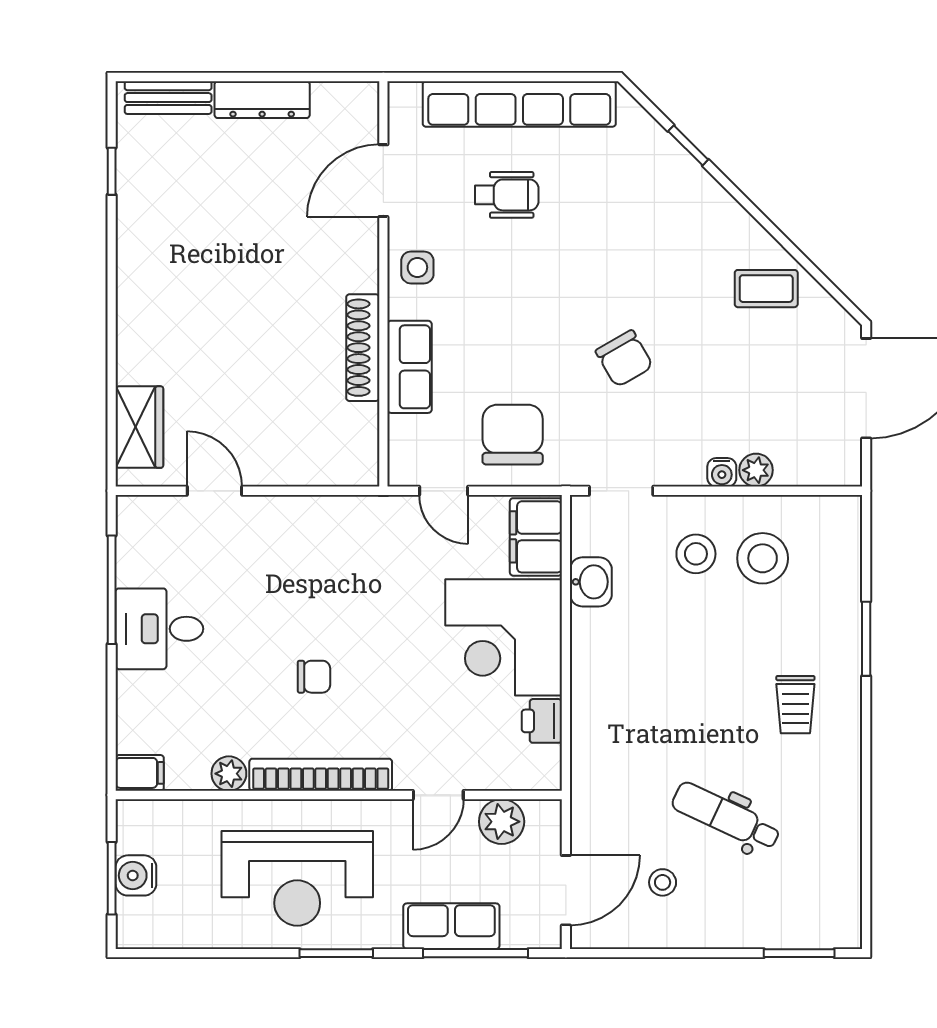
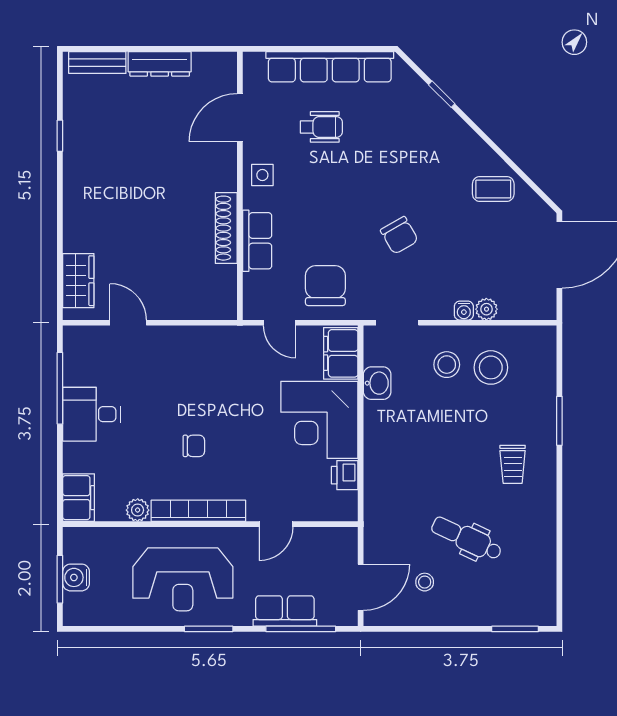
window: (112, 171) -> (60, 136), moved
filing cabinet: (140, 773) -> (79, 498), width x2.00
plant: (502, 822) -> (318, 542), removed

